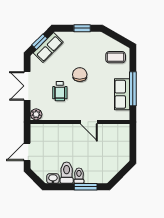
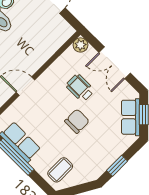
chair: (80, 75) -> (77, 121), turned -90
double door: (27, 86) -> (115, 63), swing flipped

